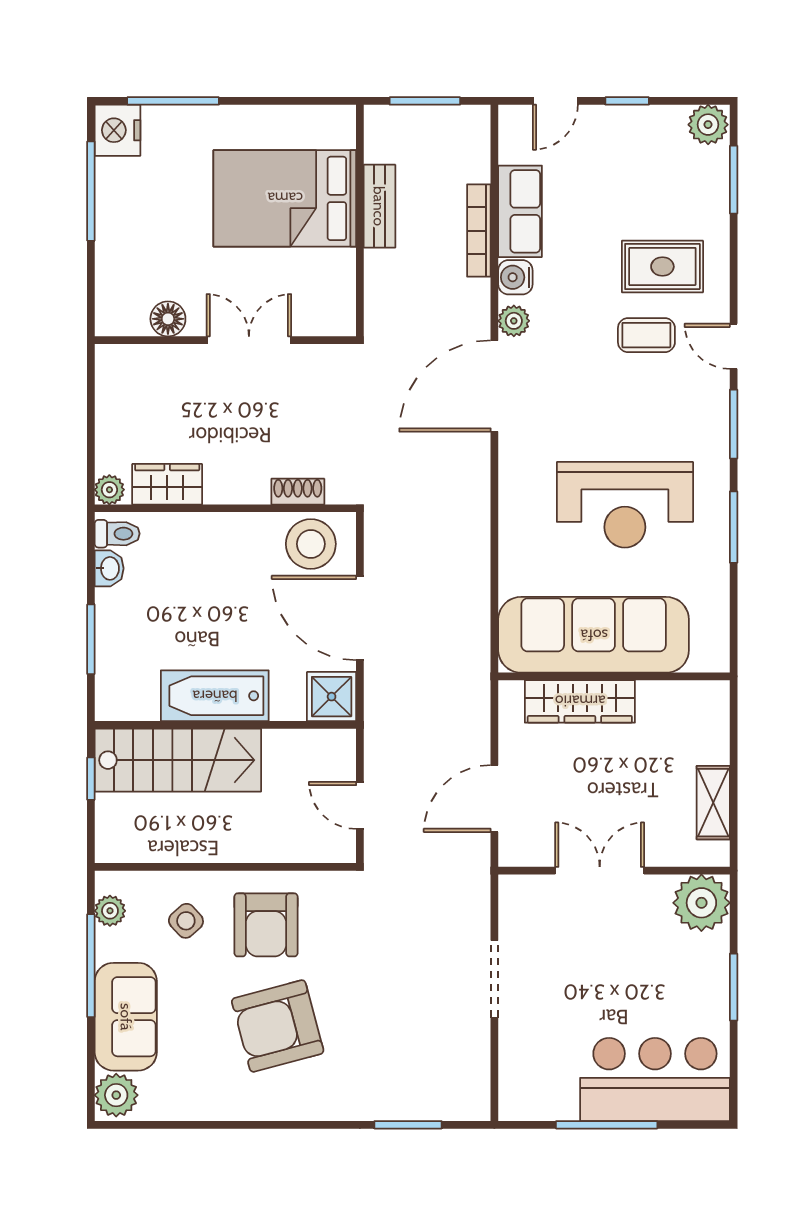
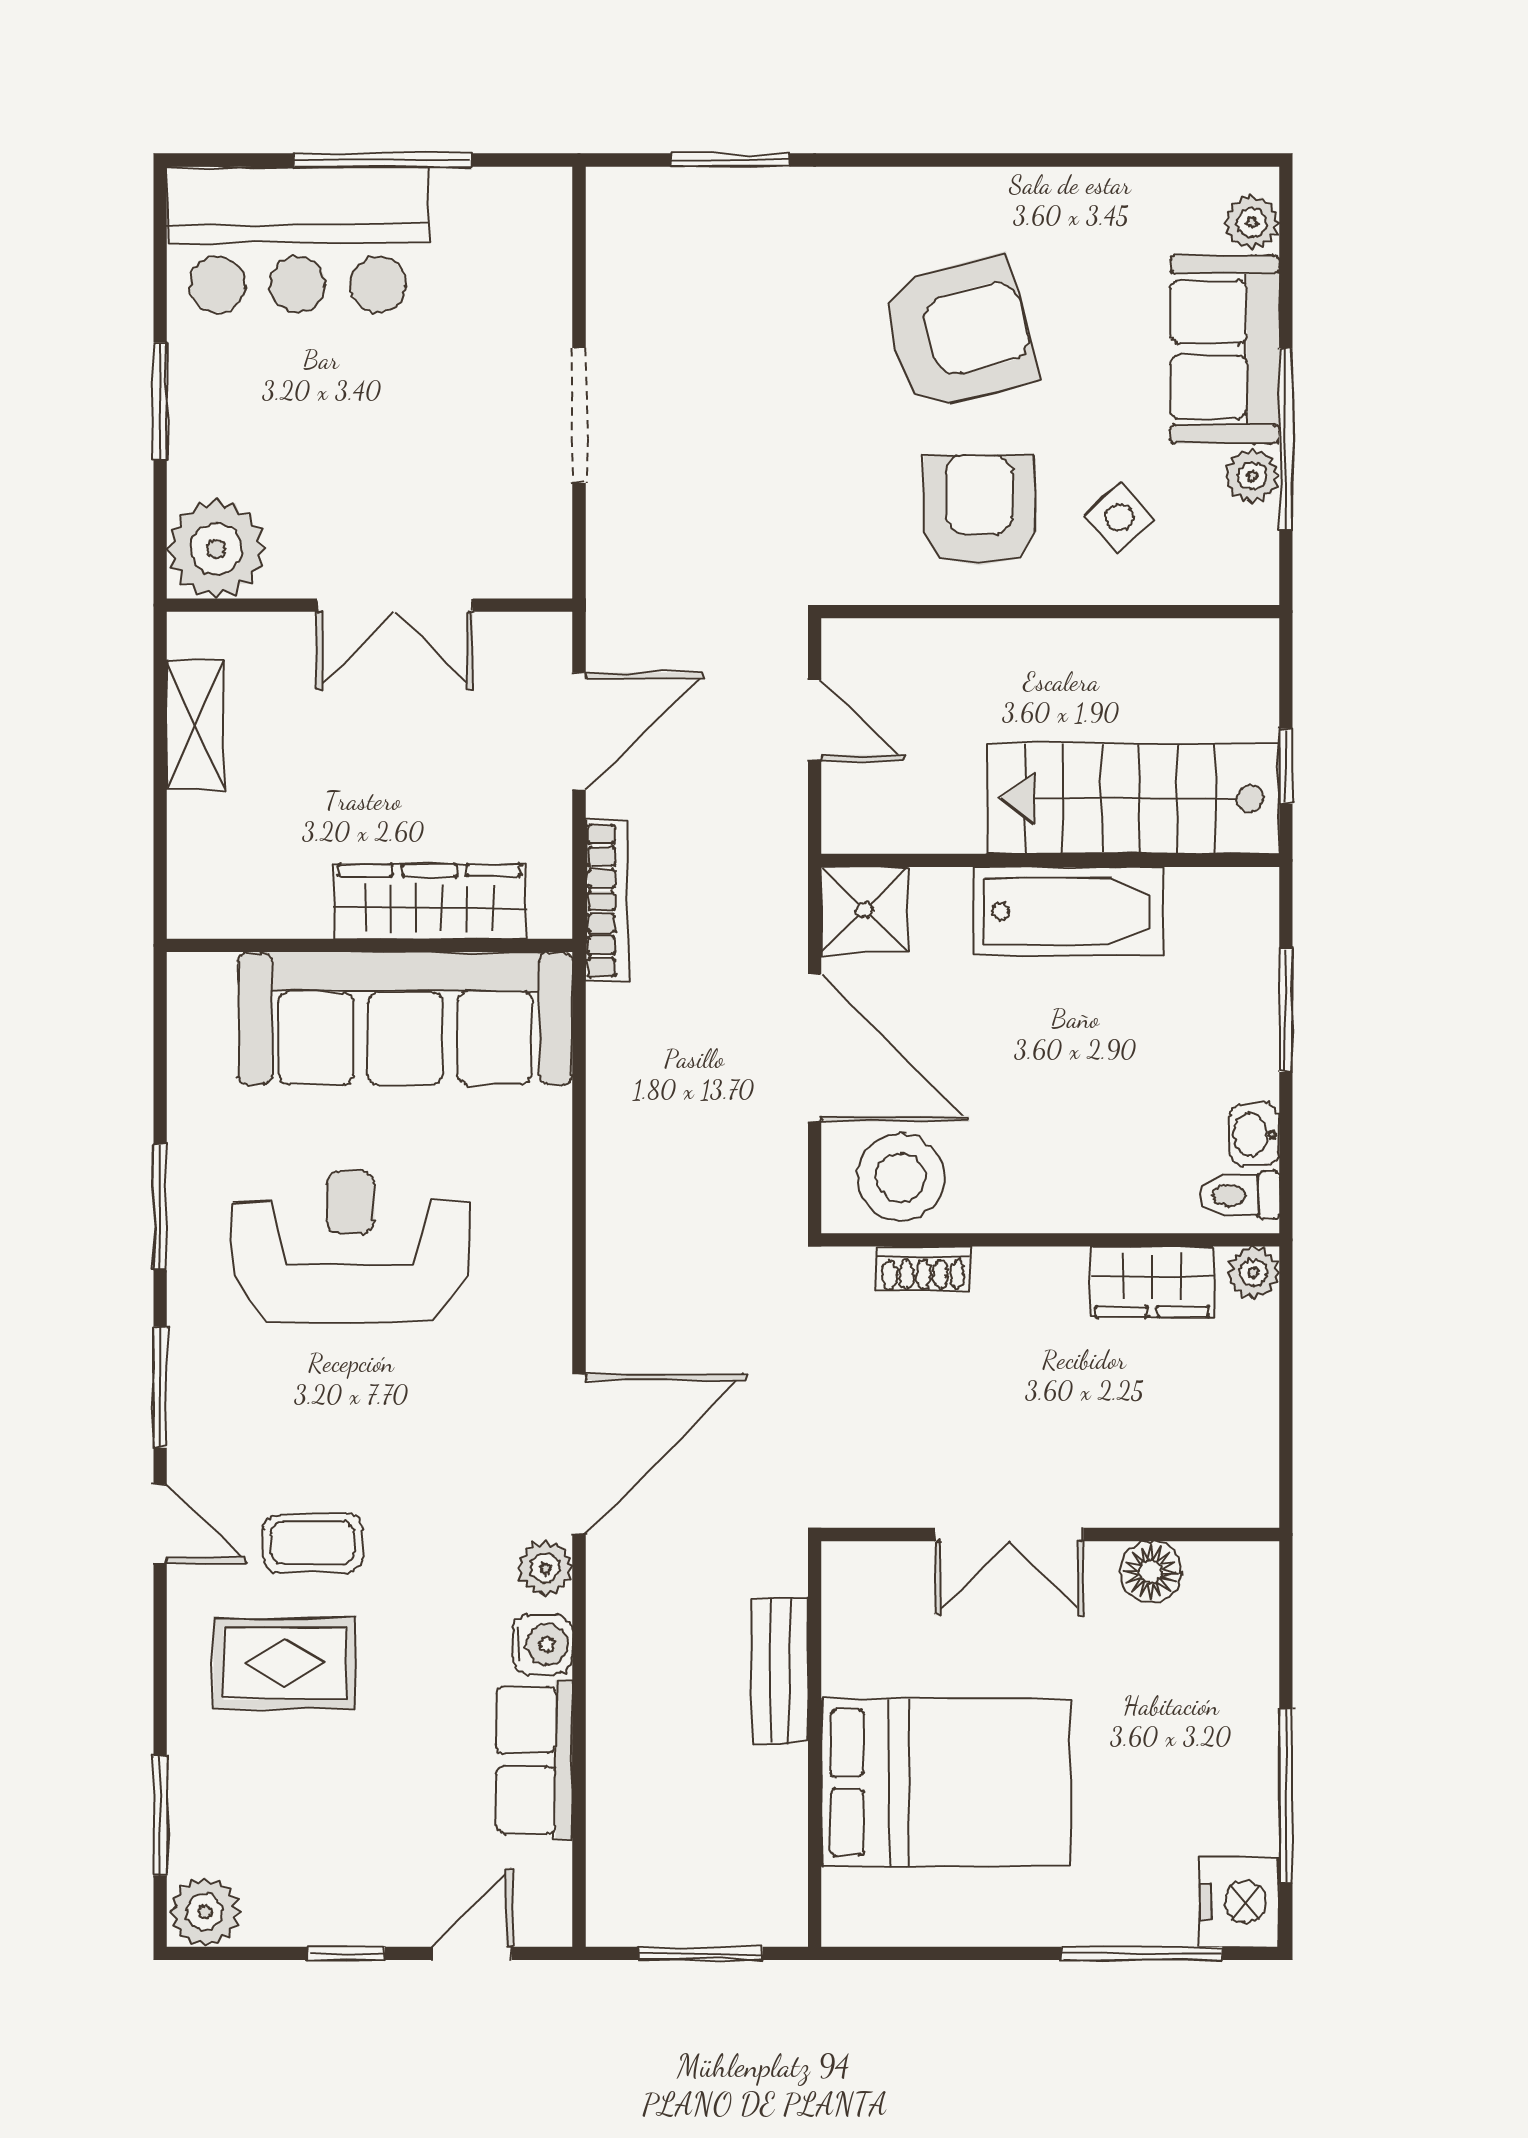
bench: (379, 206) -> (780, 1670), moved
bookcase: (479, 231) -> (606, 901), moved
plant: (110, 911) -> (1252, 476), moved
plant: (116, 1095) -> (1252, 222), width x0.73, depth x0.73

